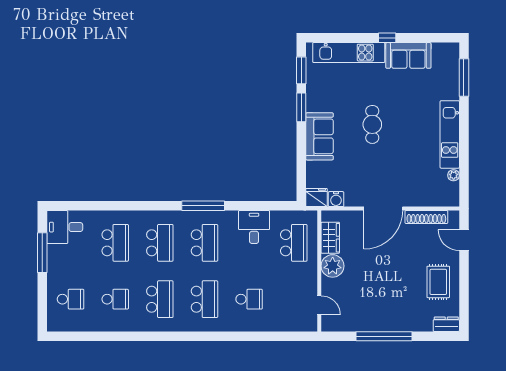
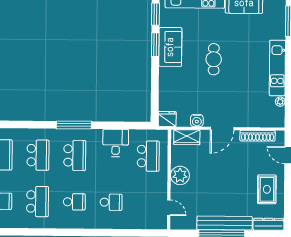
sofa: (319, 136) -> (170, 47), moved
water cooler: (336, 199) -> (197, 121), moved
door: (383, 209) -> (222, 129), width x0.73
wardrobe: (330, 238) -> (187, 137), moved, turned 90
school desk: (204, 299) -> (74, 202), width x0.54
bench: (387, 323) -> (225, 223), added
dresser: (446, 324) -> (268, 224), width x1.44

